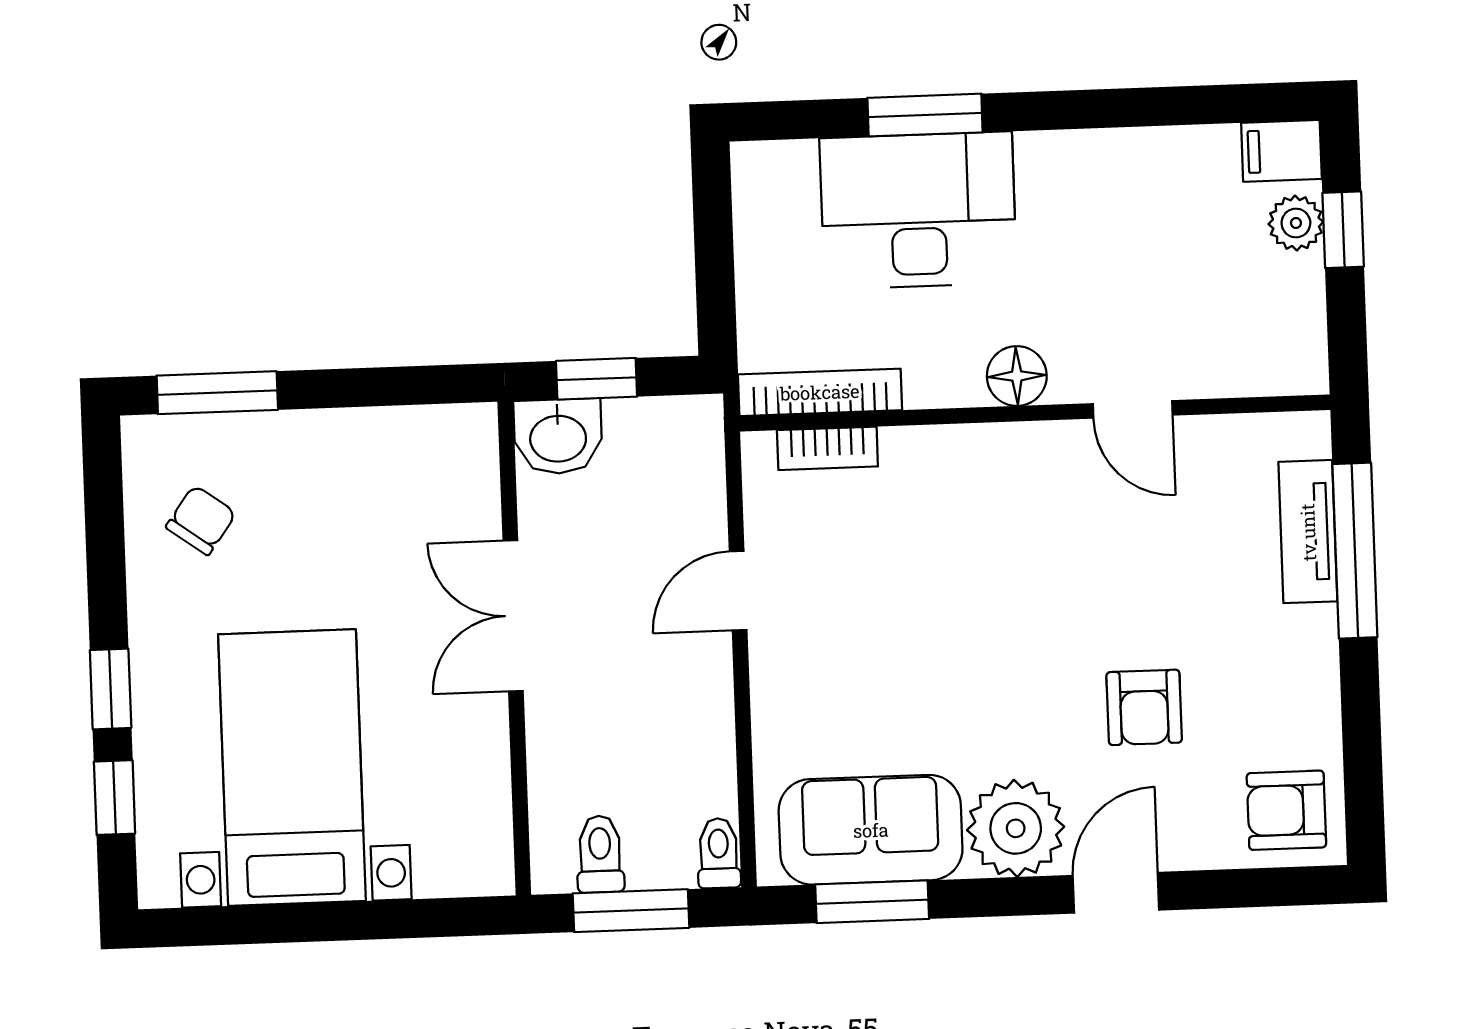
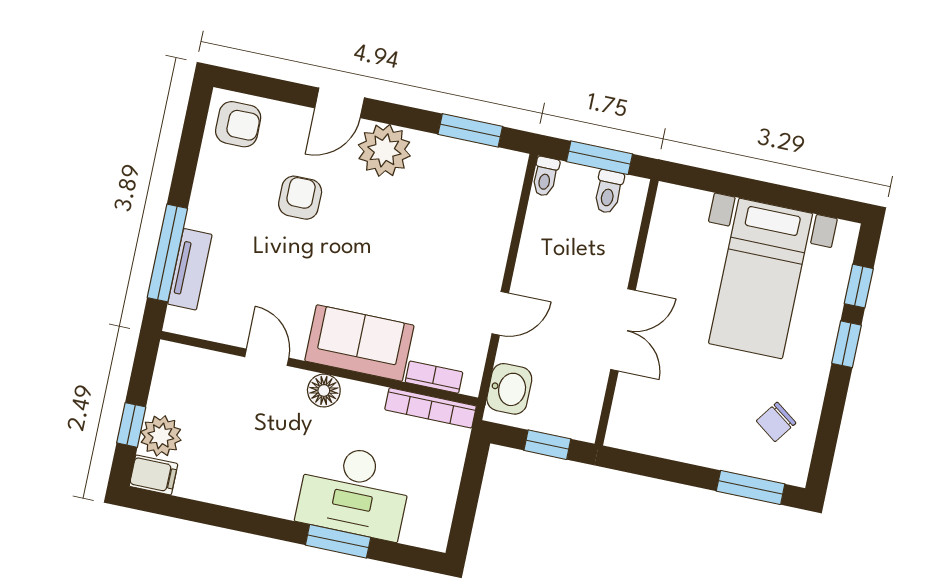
plant: (1296, 223) -> (161, 436), width x1.38, depth x1.38
washbasin: (558, 436) -> (509, 389), moved, turned 90
sofa: (871, 830) -> (359, 343), moved, turned 180

